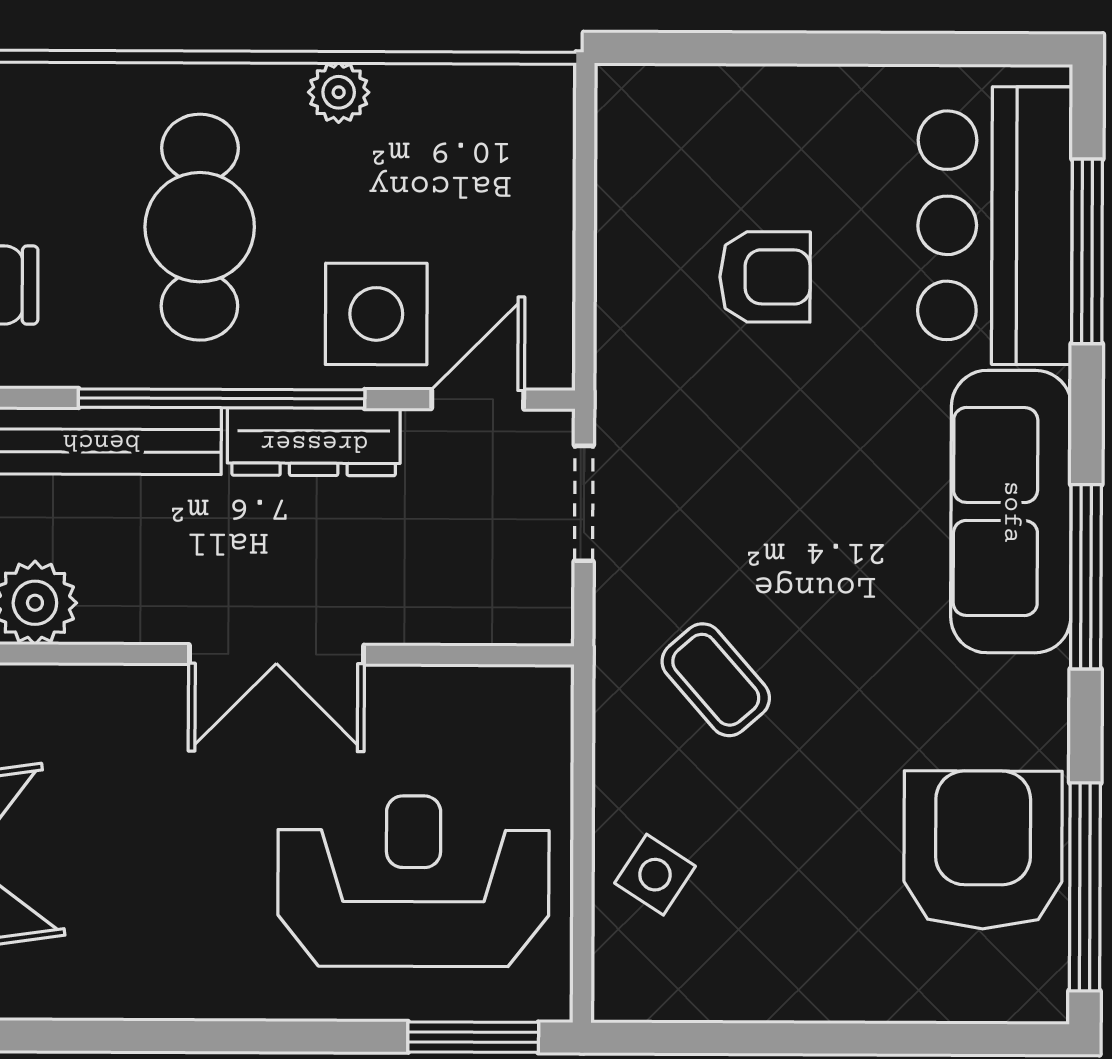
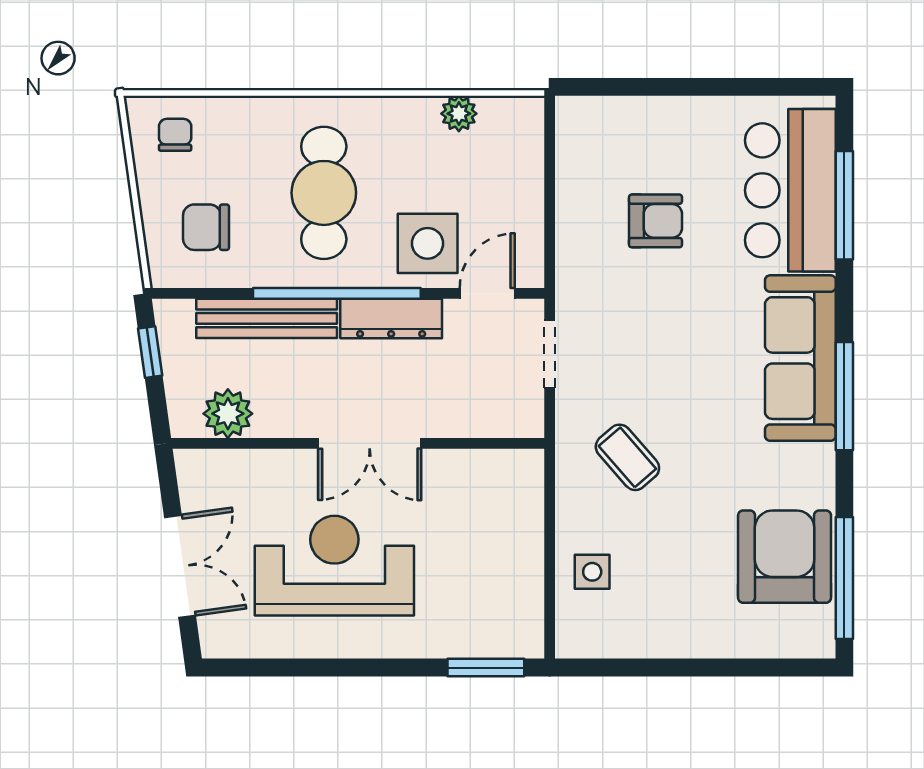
plant: (339, 92) -> (459, 114), moved
side table: (655, 875) -> (592, 572), turned -33
reception desk: (413, 881) -> (334, 566), moved

